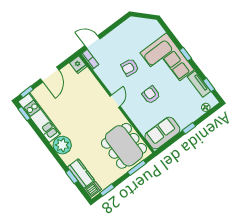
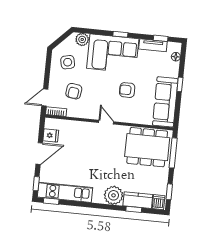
plant: (157, 31) -> (82, 39), added
side table: (132, 35) -> (68, 62), added
fridge: (78, 65) -> (51, 135), moved
armchair: (130, 67) -> (74, 91), moved
door: (50, 74) -> (39, 153), hinge flipped
sofa: (162, 133) -> (165, 102), width x1.36
plant: (62, 145) -> (114, 195), moved
window: (137, 168) -> (173, 153), width x1.44

